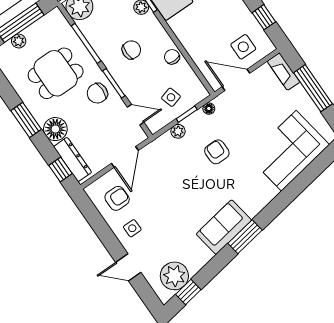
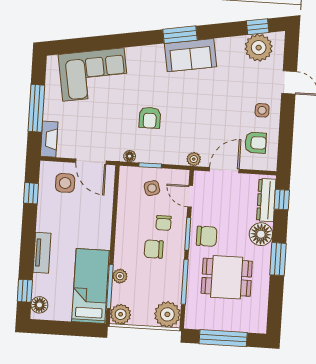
plant: (19, 41) -> (236, 325), removed
chair: (172, 57) -> (164, 223), moved
plant: (178, 131) -> (194, 159), moved
armchair: (117, 198) -> (256, 143), turned 180

